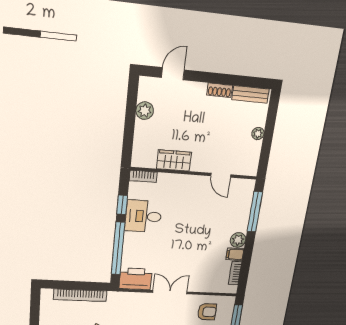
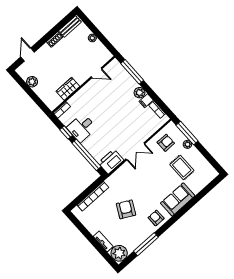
double door: (170, 292) -> (135, 151), swing flipped

